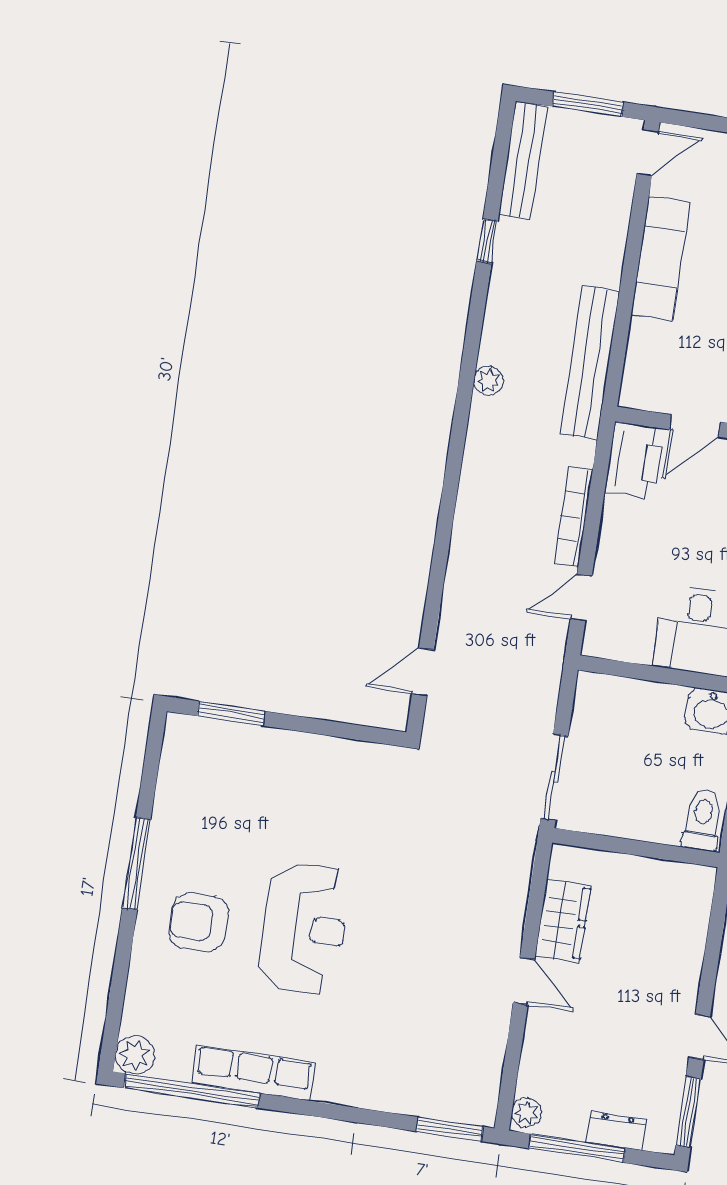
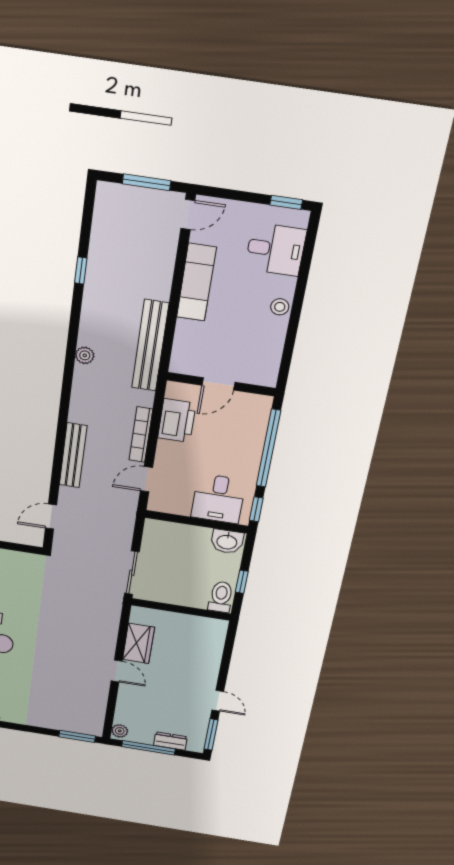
bench: (523, 160) -> (73, 455), moved
printer: (635, 461) -> (177, 421), moved

